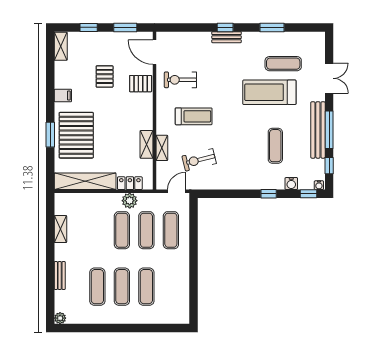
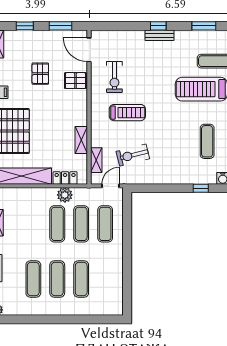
exercise bike: (180, 80) -> (114, 77), turned -90
shelving: (162, 148) -> (96, 160), moved

